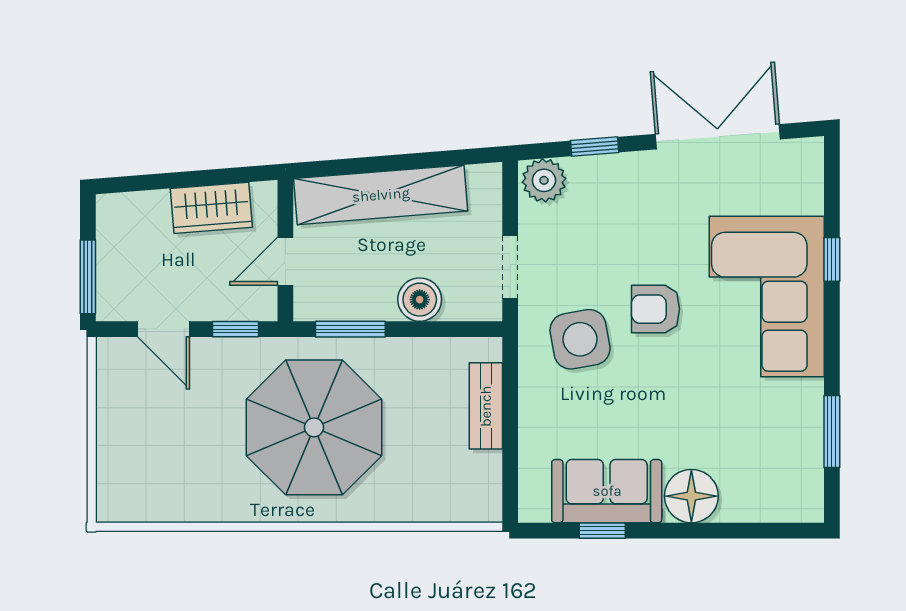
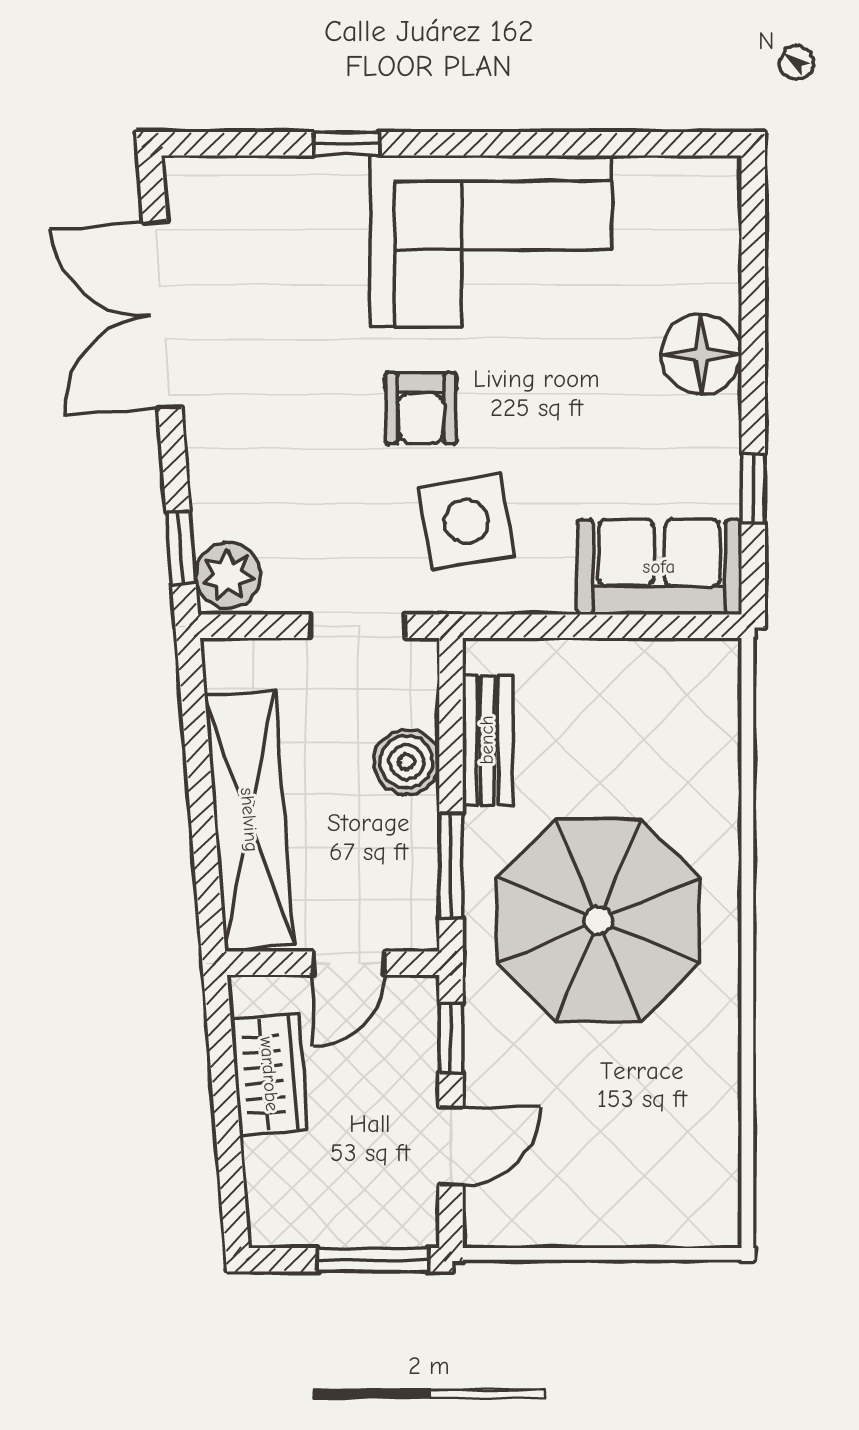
window: (595, 147) -> (181, 548), moved
door: (285, 261) -> (349, 963), hinge flipped
corner sofa: (767, 296) -> (491, 241), moved
bench: (486, 406) -> (487, 740), moved, turned 90
window: (832, 432) -> (605, 144), removed
sofa: (607, 491) -> (659, 567), moved, turned 90

